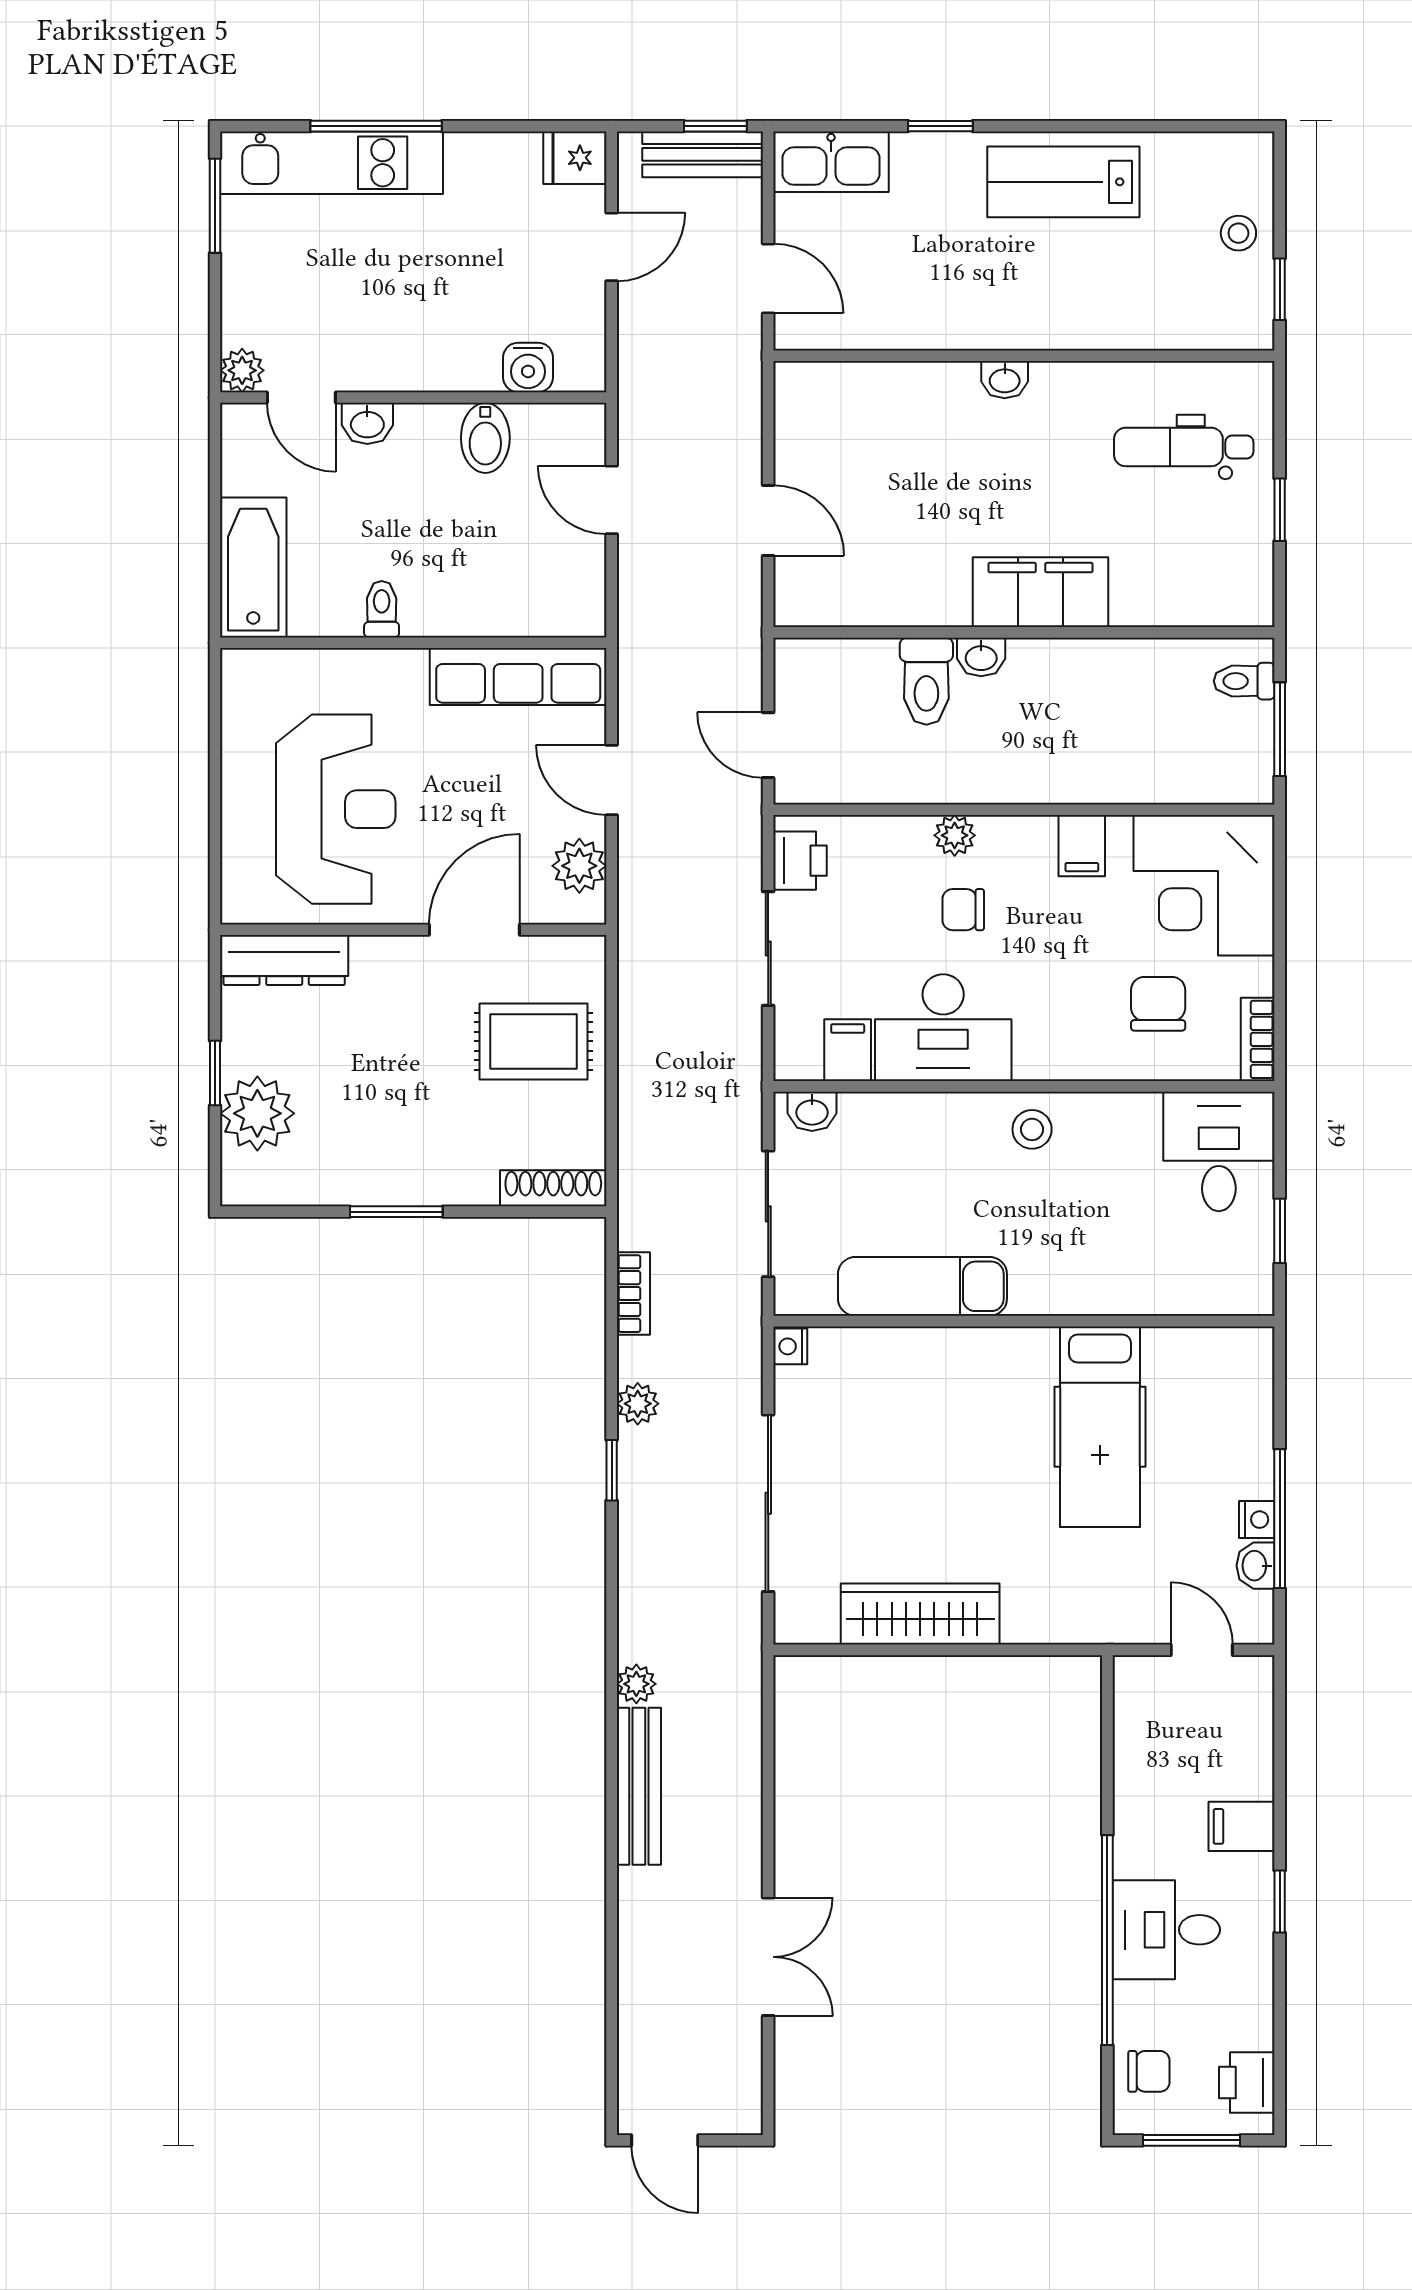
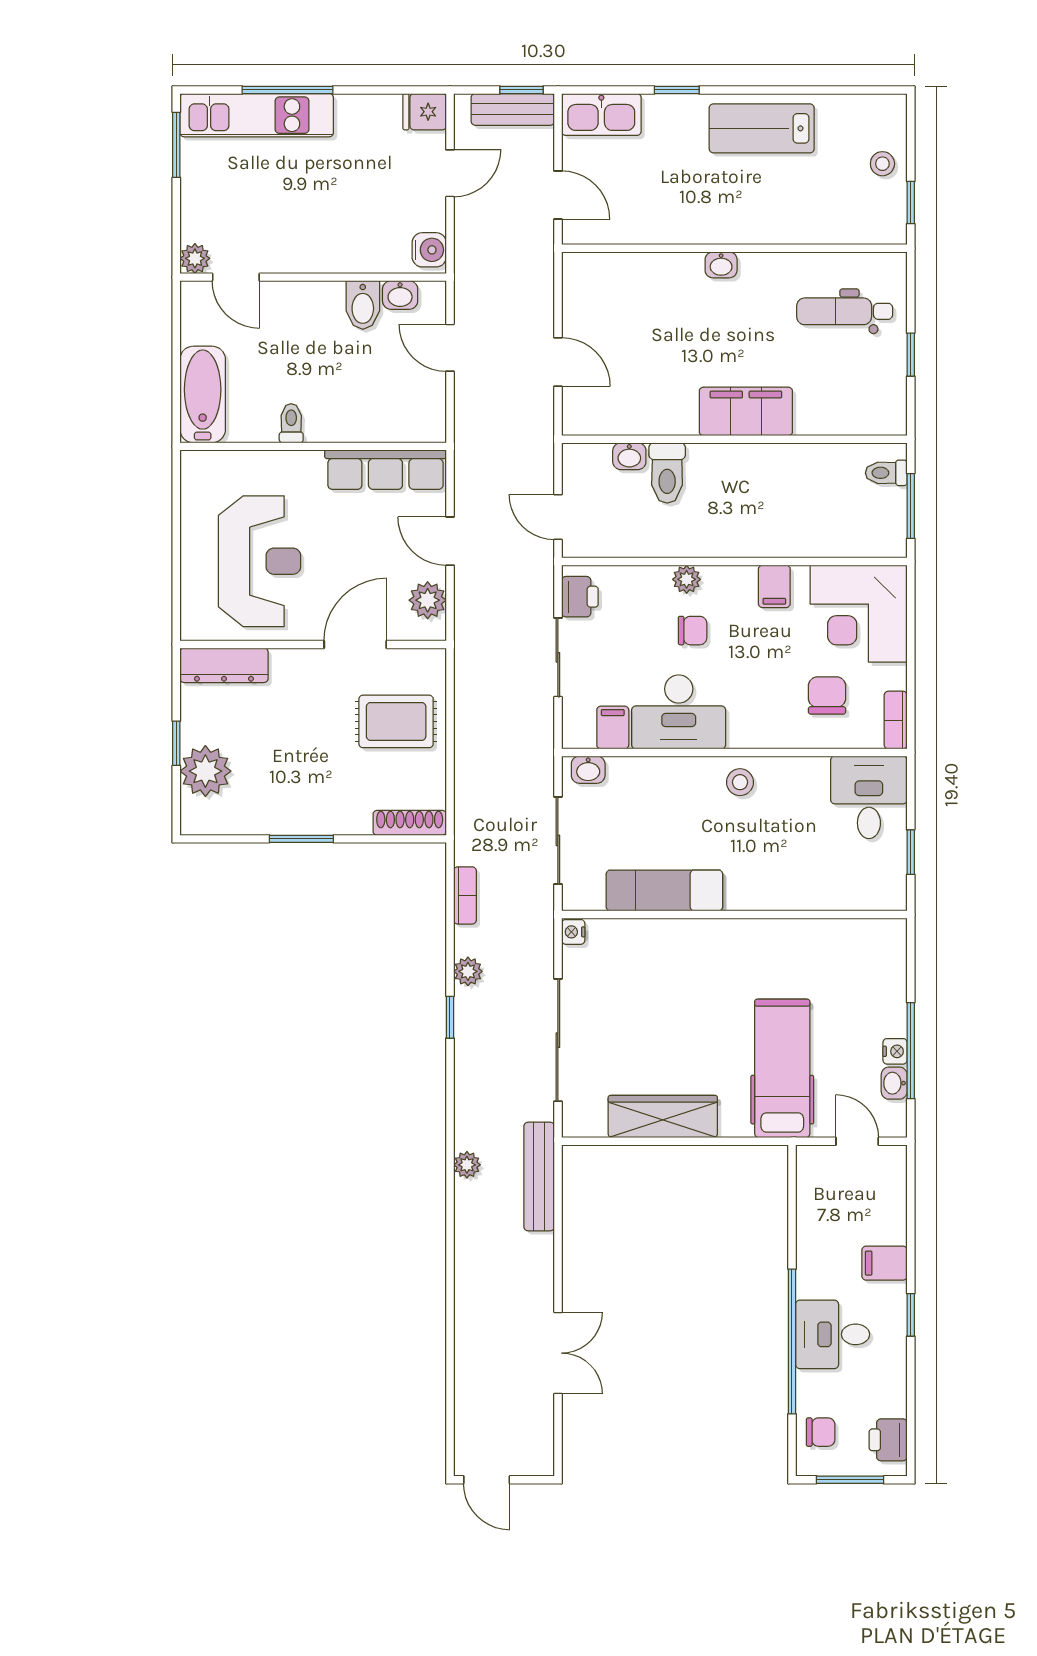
water cooler: (528, 367) -> (429, 250), moved, turned -90
washbasin: (367, 423) -> (400, 295), moved
washbasin: (981, 657) -> (629, 456), moved
chair: (963, 910) -> (693, 631), turned 180
hospital bed: (1100, 1427) -> (782, 1068), moved, turned 180
bench: (639, 1786) -> (539, 1176), moved

